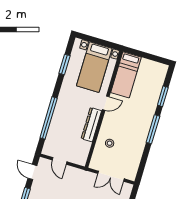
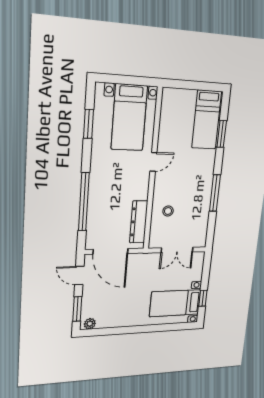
bed: (126, 75) -> (207, 120), moved
dresser: (91, 125) -> (139, 222), moved
window: (153, 129) -> (215, 193), moved
door: (60, 161) -> (111, 251), width x1.87

